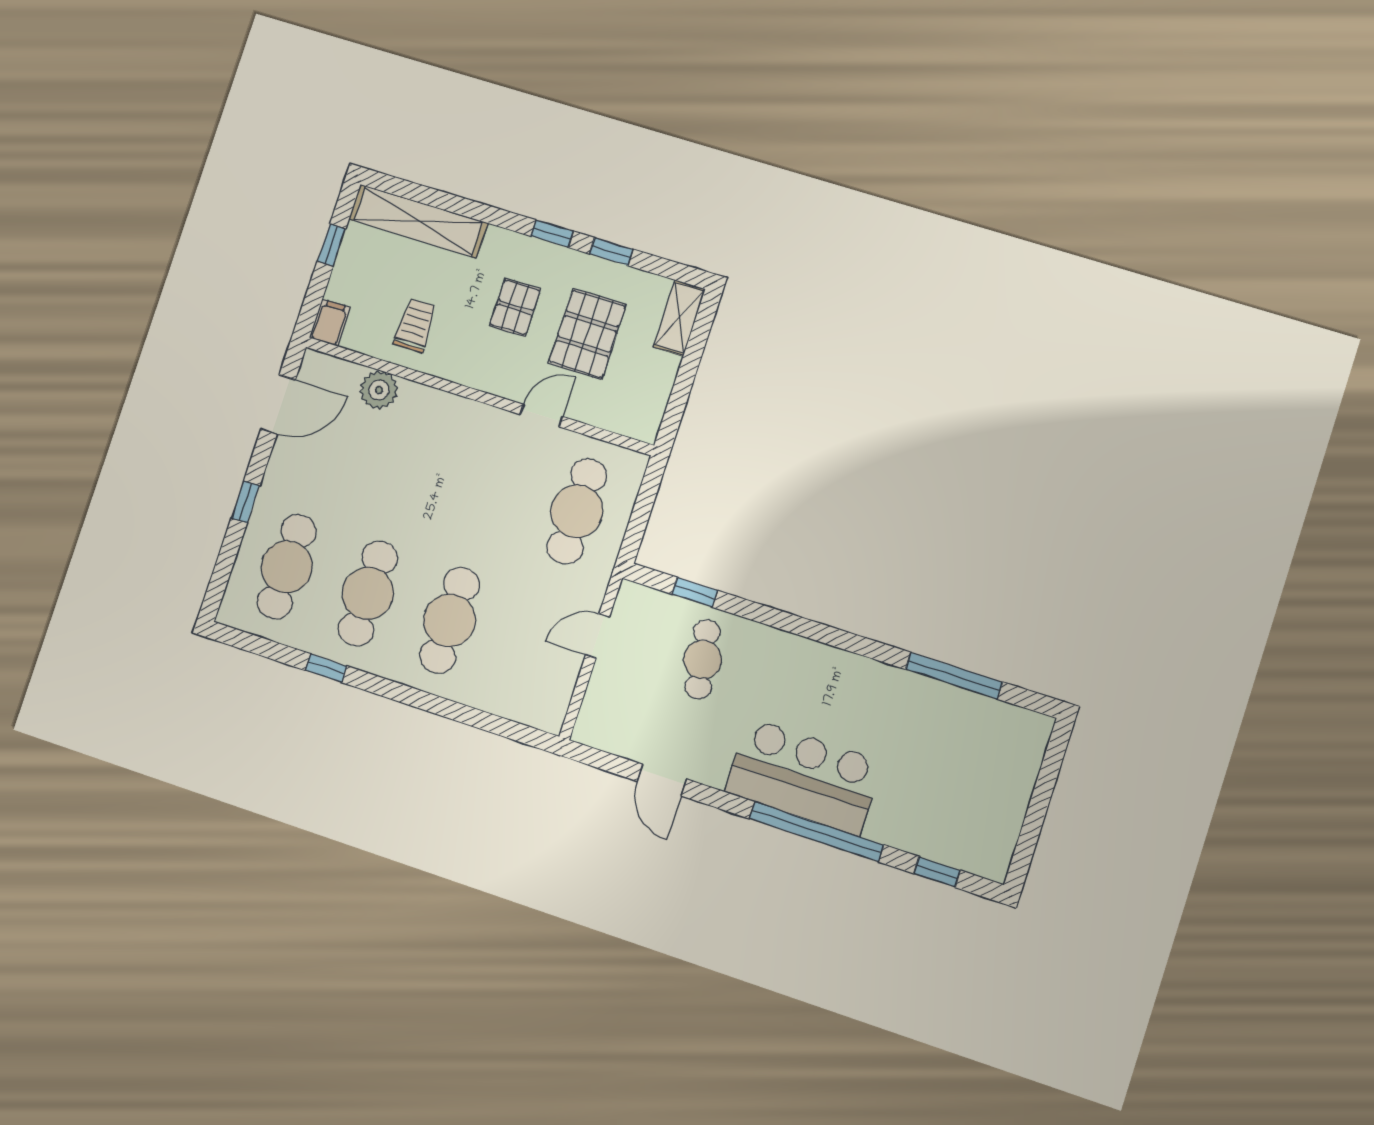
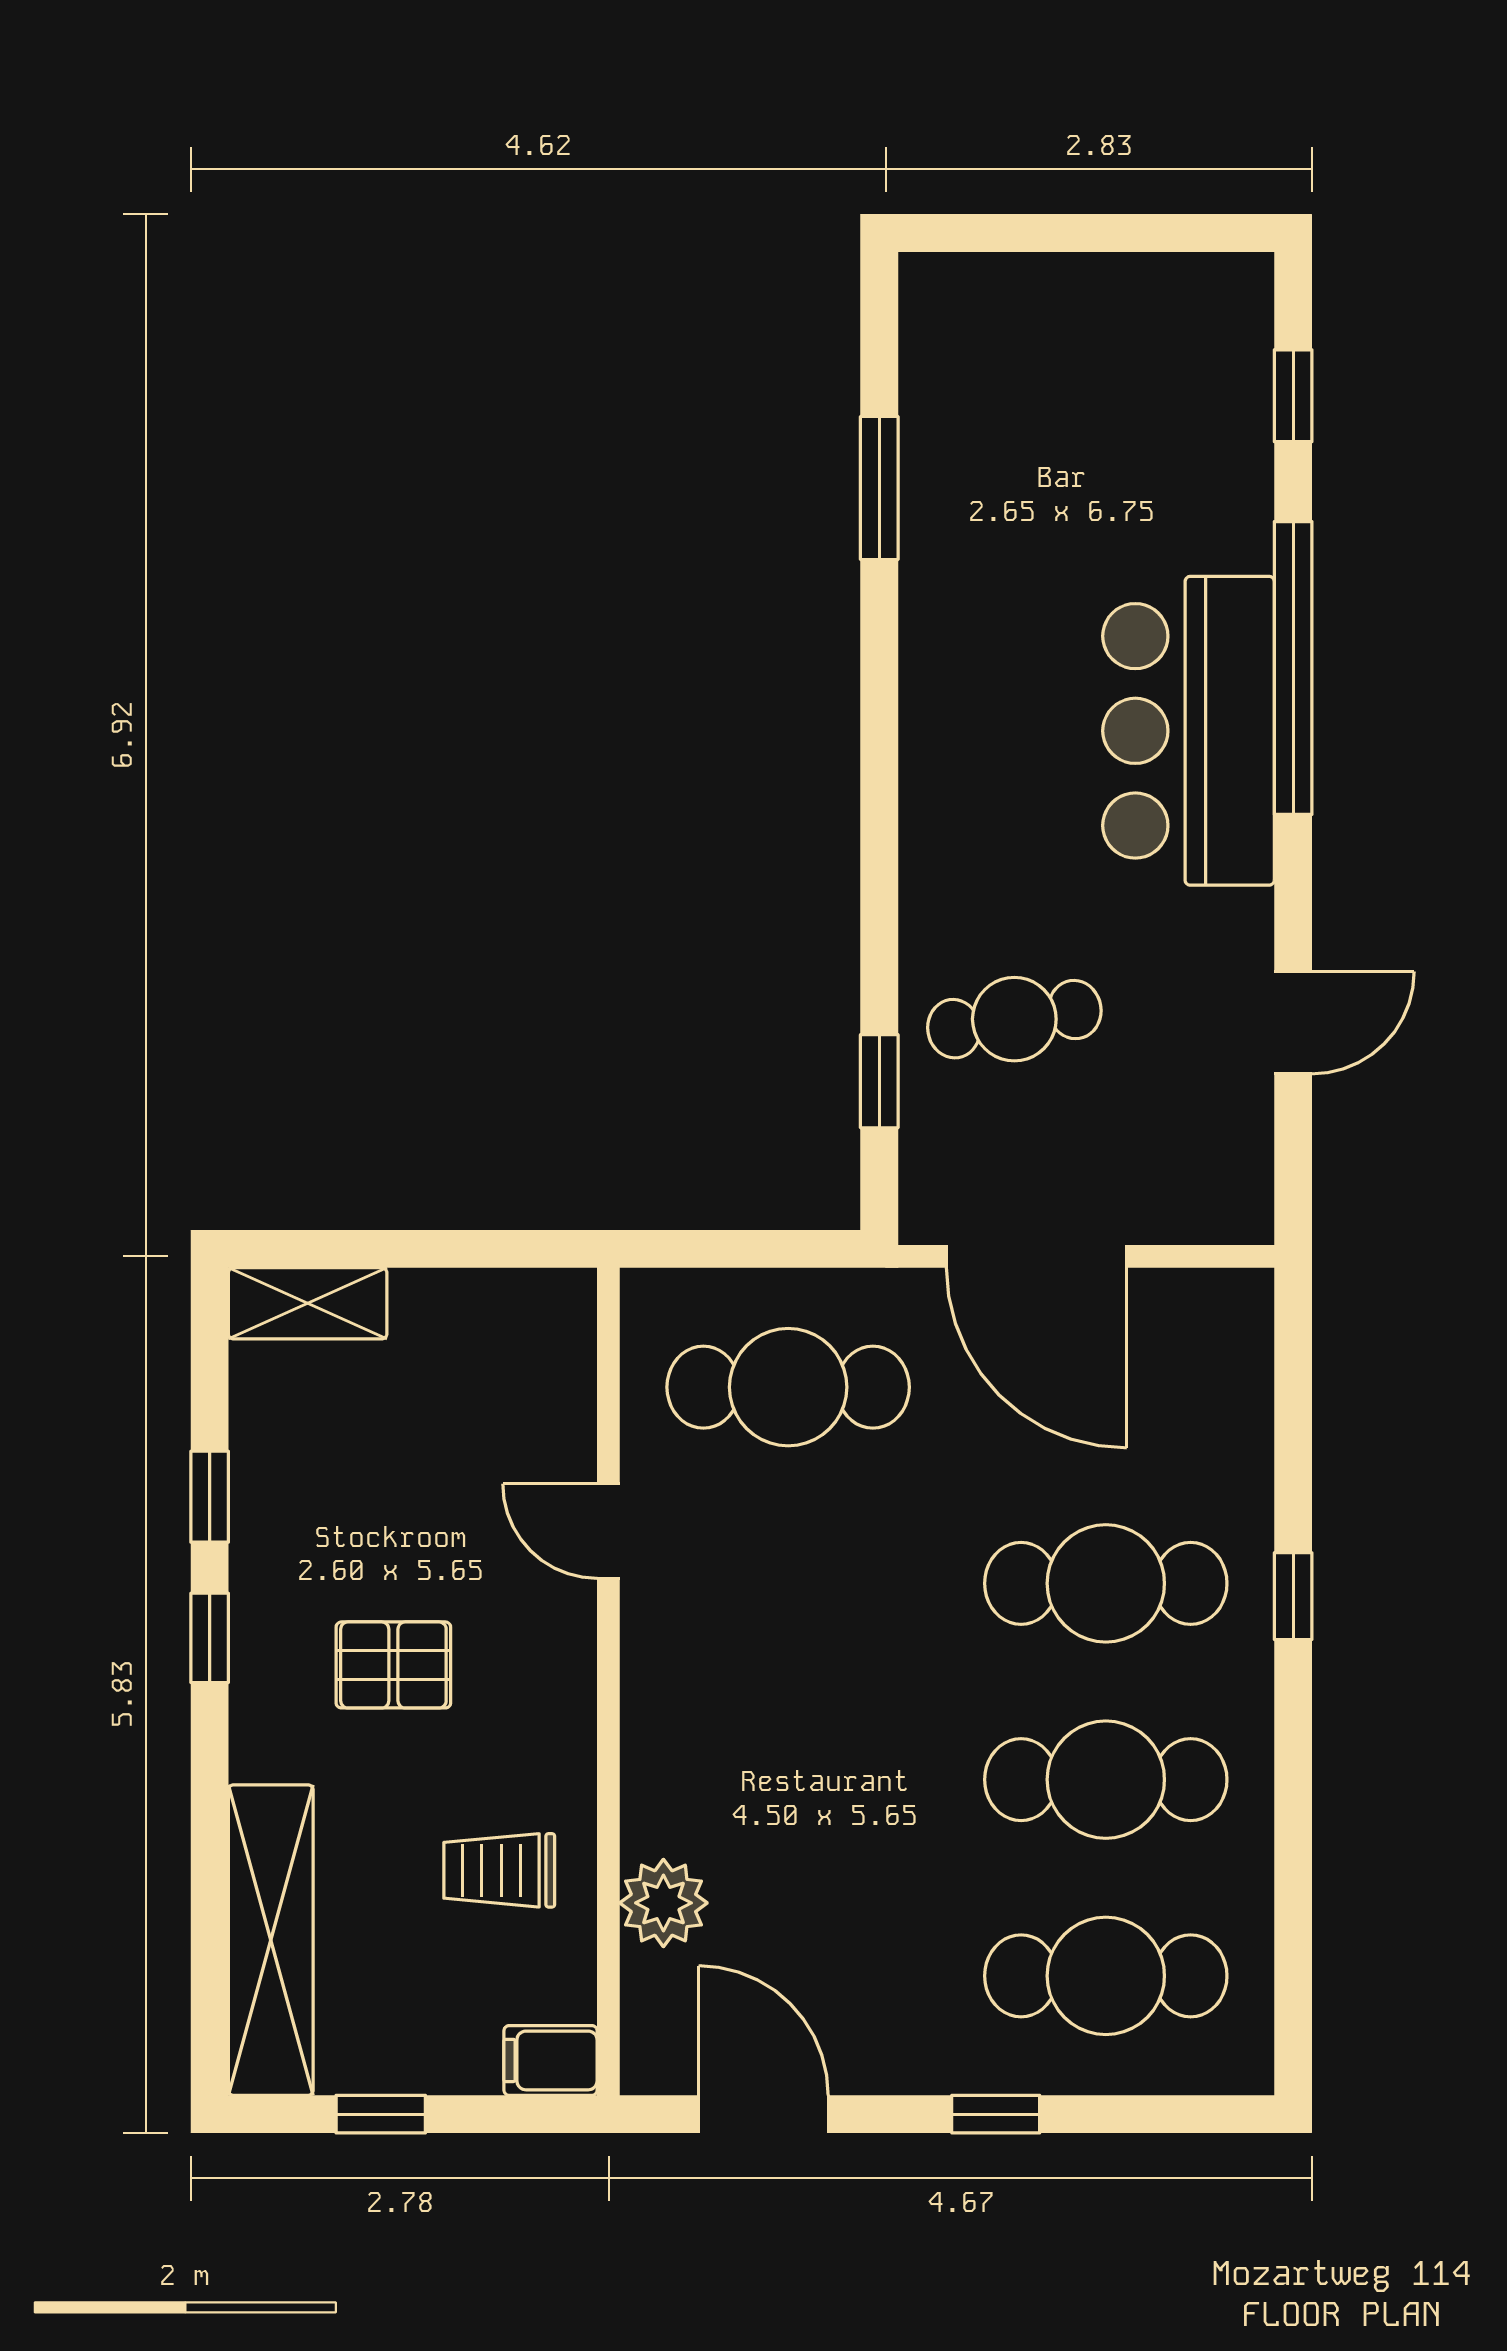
pallet: (587, 334) -> (402, 1490), removed
door: (598, 636) -> (1037, 1256), width x1.88
window: (326, 668) -> (1293, 1596), moved
window: (954, 676) -> (879, 488), width x0.69

